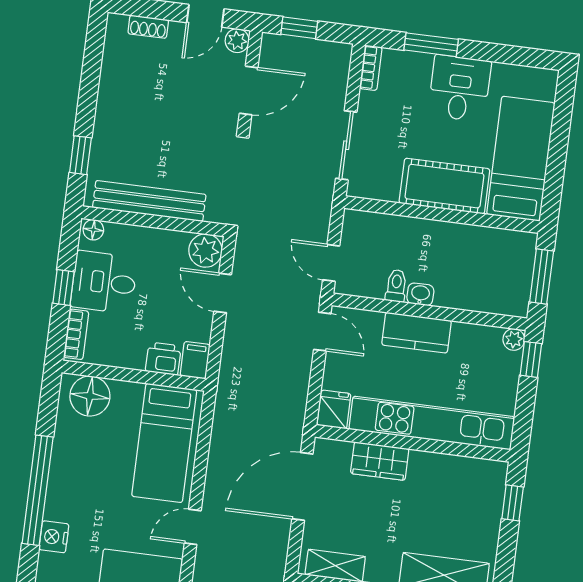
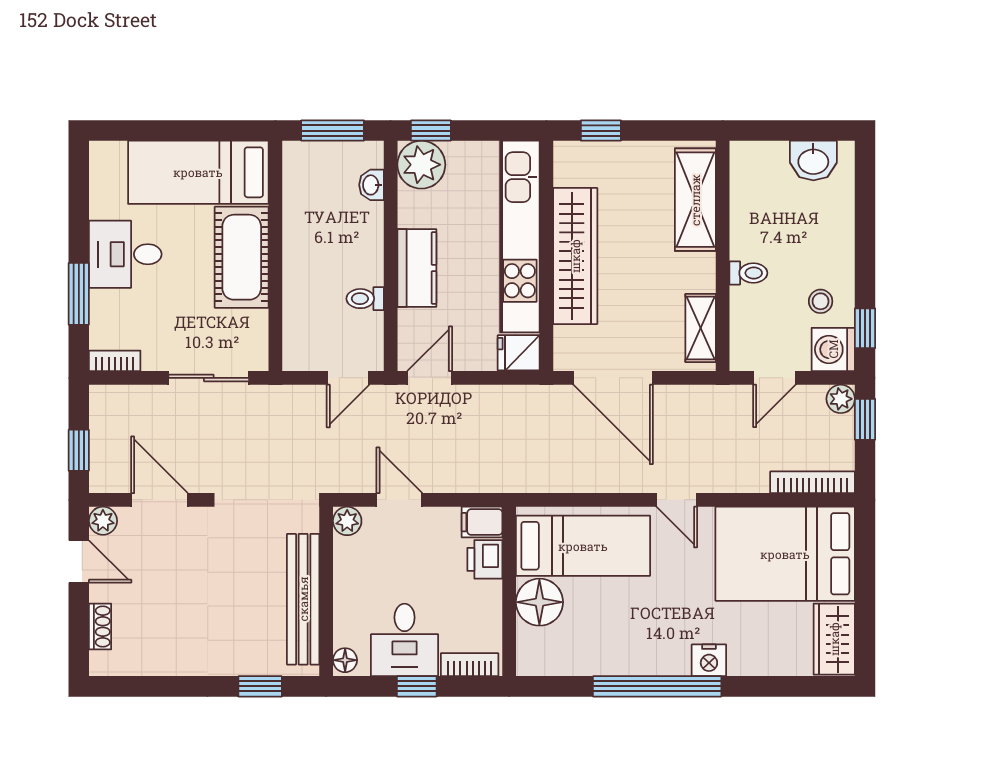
plant: (205, 251) -> (347, 521), width x0.73, depth x0.73
door: (223, 293) -> (399, 500), swing flipped
washbasin: (420, 294) -> (371, 185), moved
plant: (514, 339) -> (421, 165), width x1.87, depth x1.87
floor lamp: (90, 396) -> (539, 602), moved
wardrobe: (380, 461) -> (575, 256), width x2.10, depth x1.17

